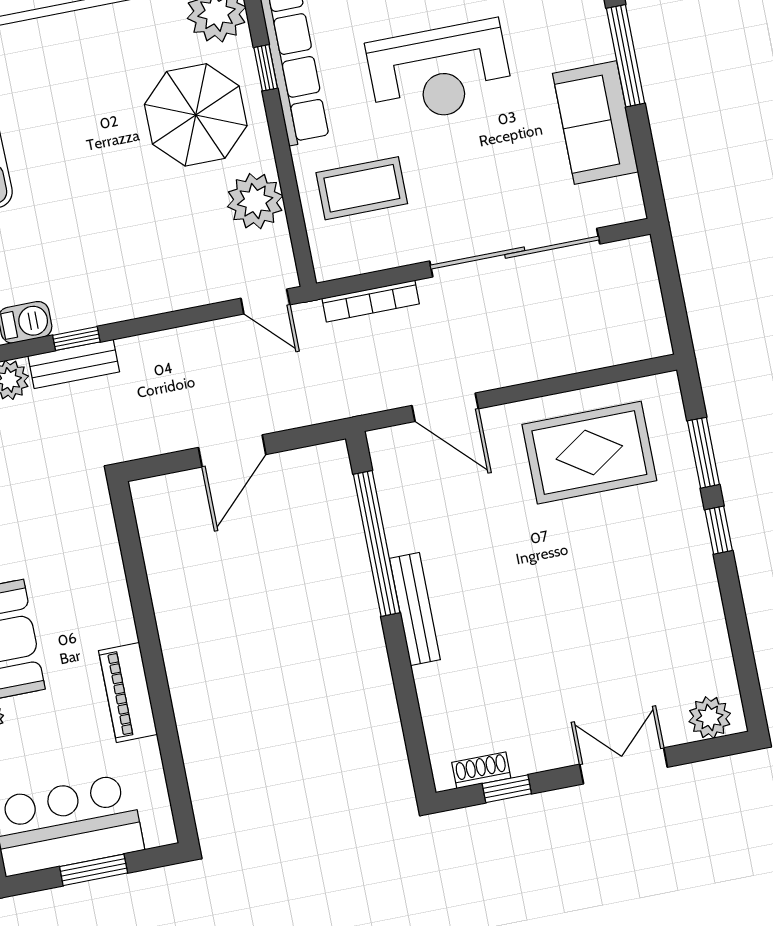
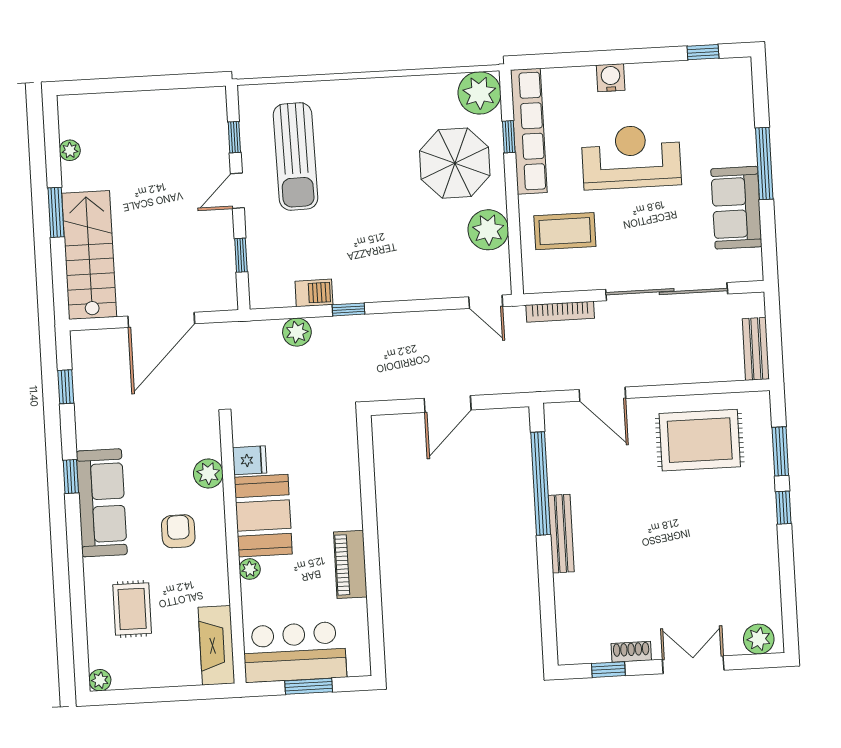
reception desk: (440, 72) -> (631, 157), turned 180
bench: (74, 364) -> (756, 349), moved, turned 90
shoe rack: (481, 770) -> (631, 652), moved

